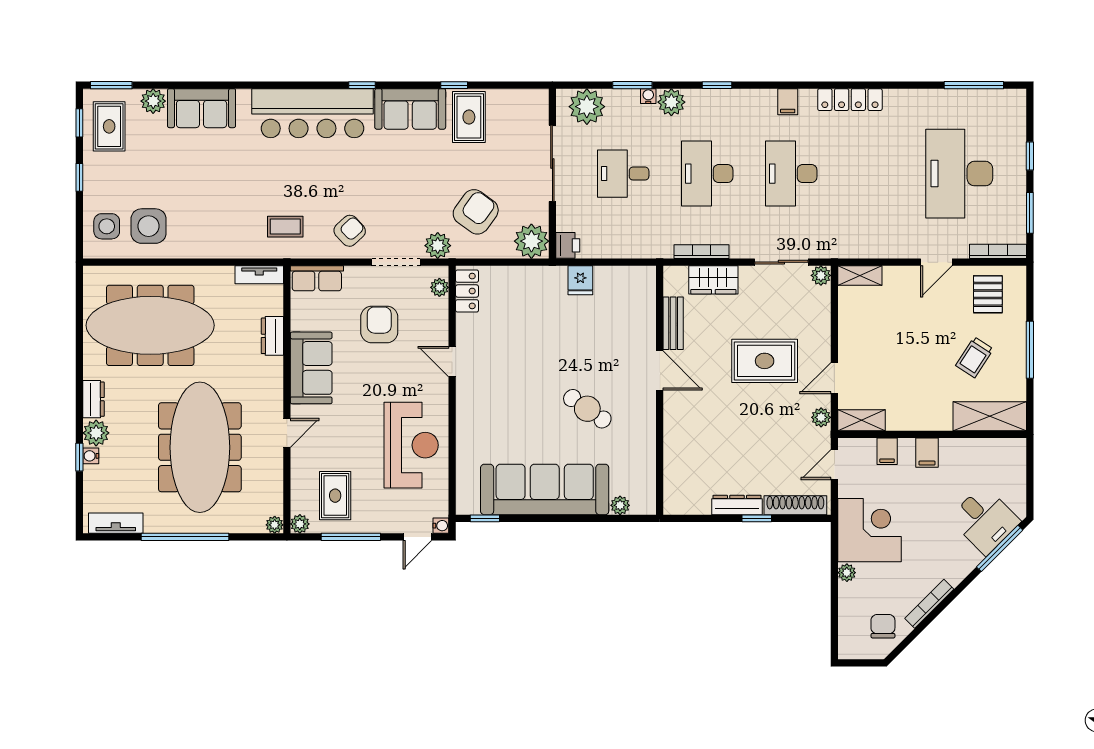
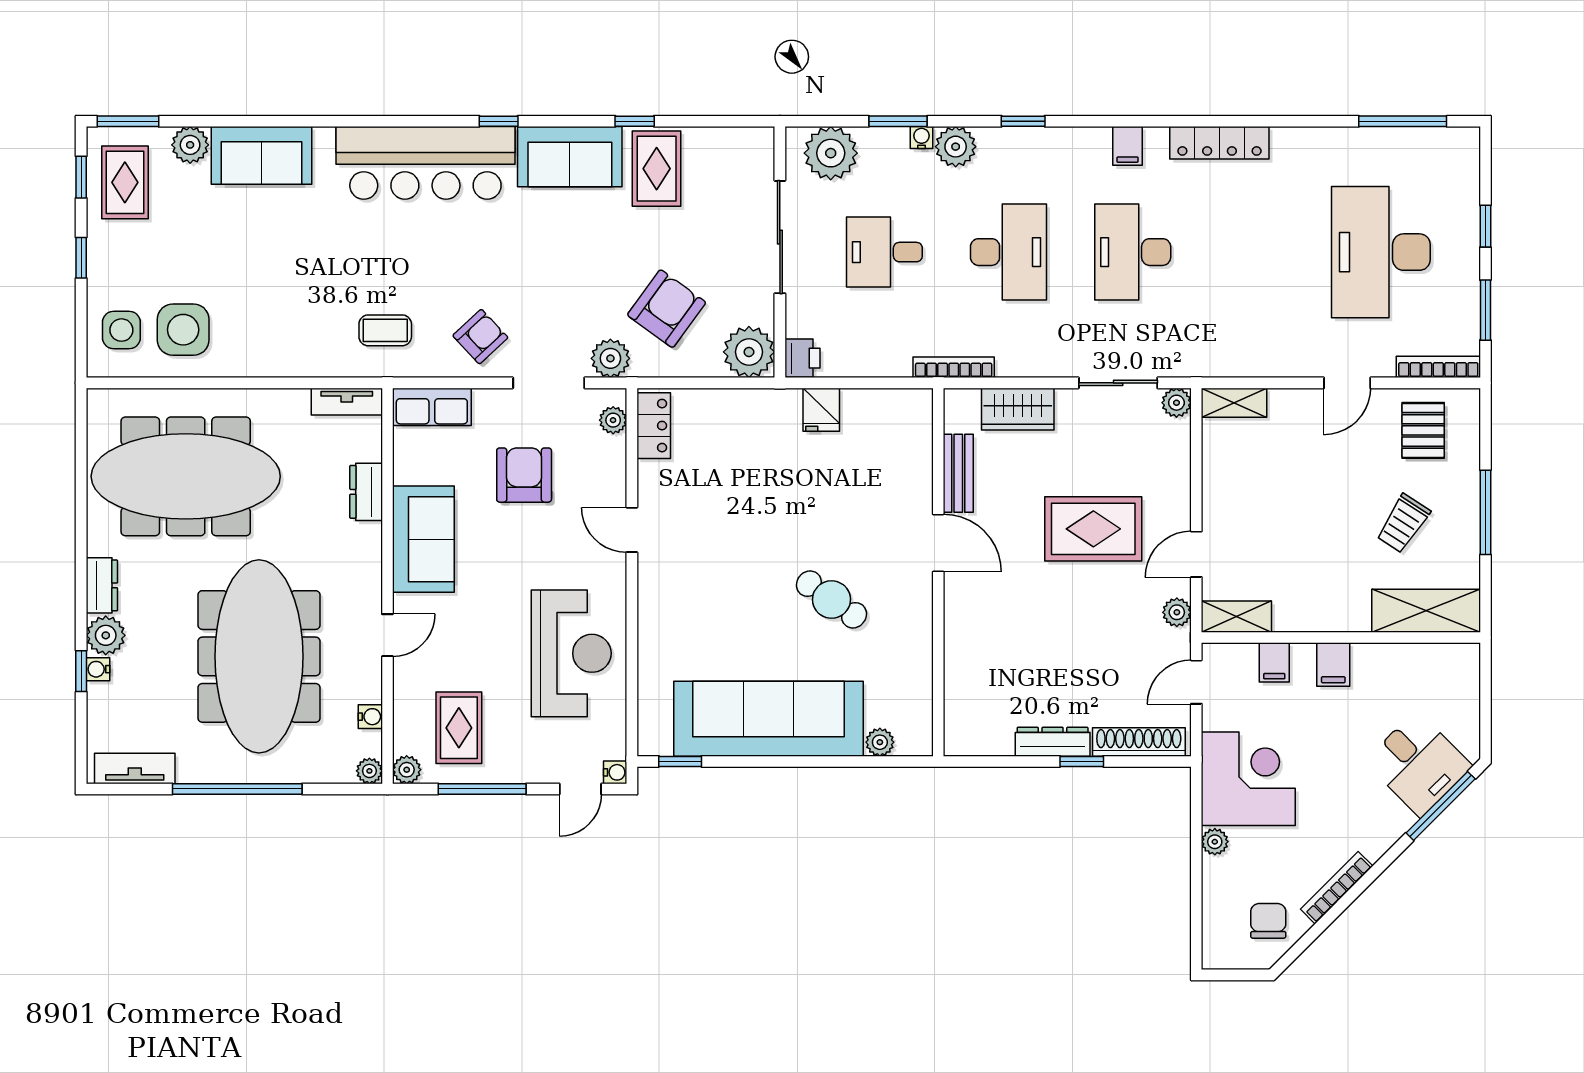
desk: (707, 174) -> (1009, 252), turned 180
bookcase: (701, 252) -> (954, 367), moved
water cooler: (275, 488) -> (370, 717), added

